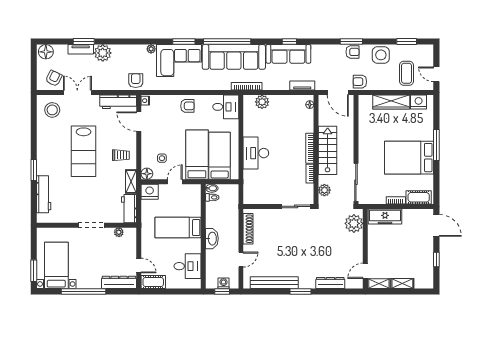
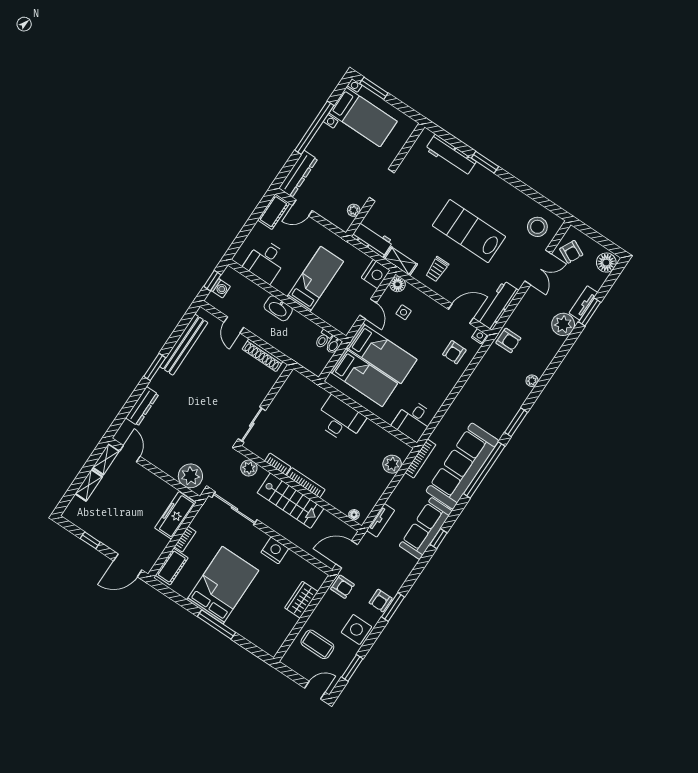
corner sofa: (179, 60) -> (499, 403), removed
door: (436, 74) -> (315, 690), moved
armchair: (360, 82) -> (343, 587), turned 90
wardrobe: (391, 102) -> (301, 600), width x0.67
nightstand: (419, 102) -> (275, 550), moved, turned -90
armchair: (187, 106) -> (454, 352), moved

